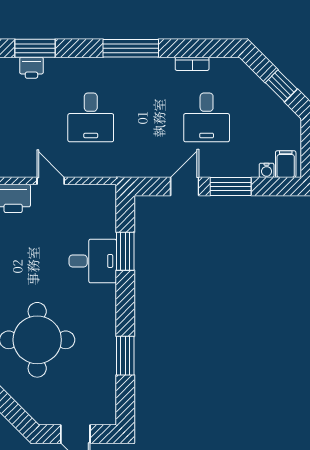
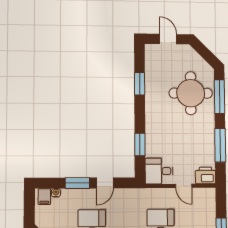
desk: (93, 261) -> (159, 171), moved

